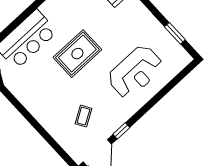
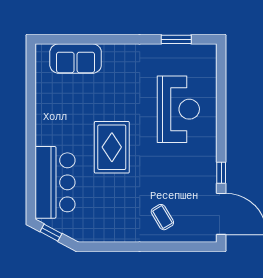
coffee table: (83, 116) -> (162, 217), moved

